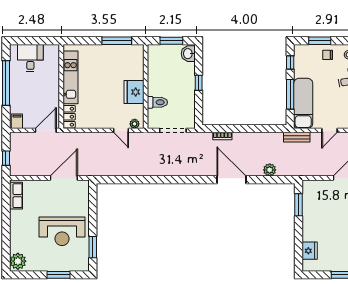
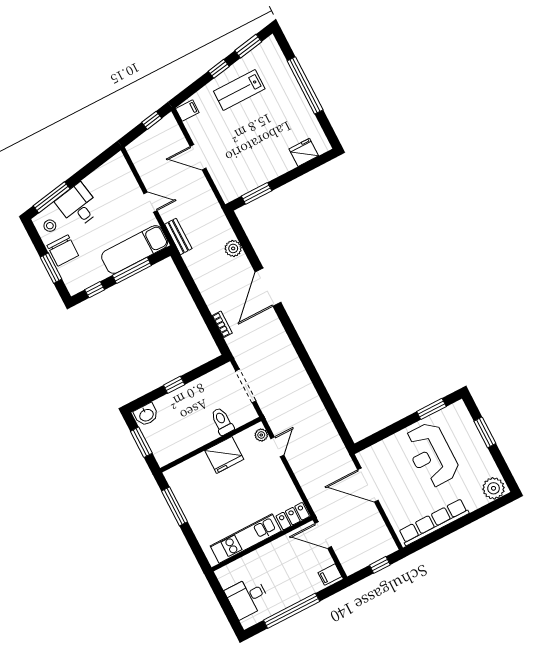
chair: (328, 55) -> (63, 250), width x1.87, depth x1.87
row of seats: (16, 196) -> (434, 522), width x2.02
reception desk: (62, 231) -> (432, 455), turned 180

